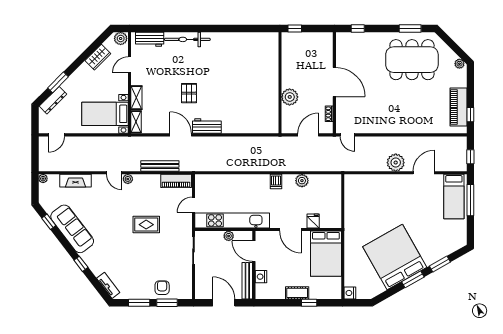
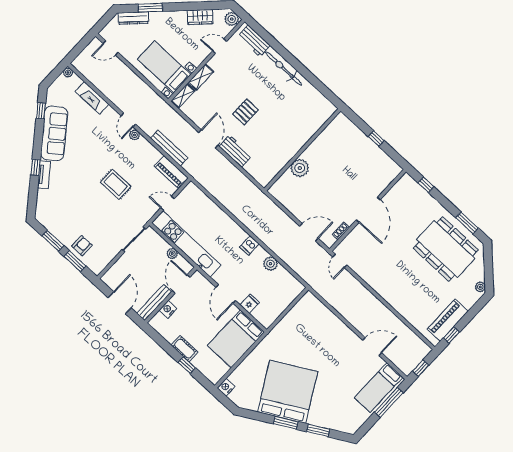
wall: (280, 83) -> (302, 150), moved
plant: (290, 97) -> (300, 168), moved
plant: (396, 163) -> (358, 318), removed
tv unit: (108, 285) -> (44, 175), moved

